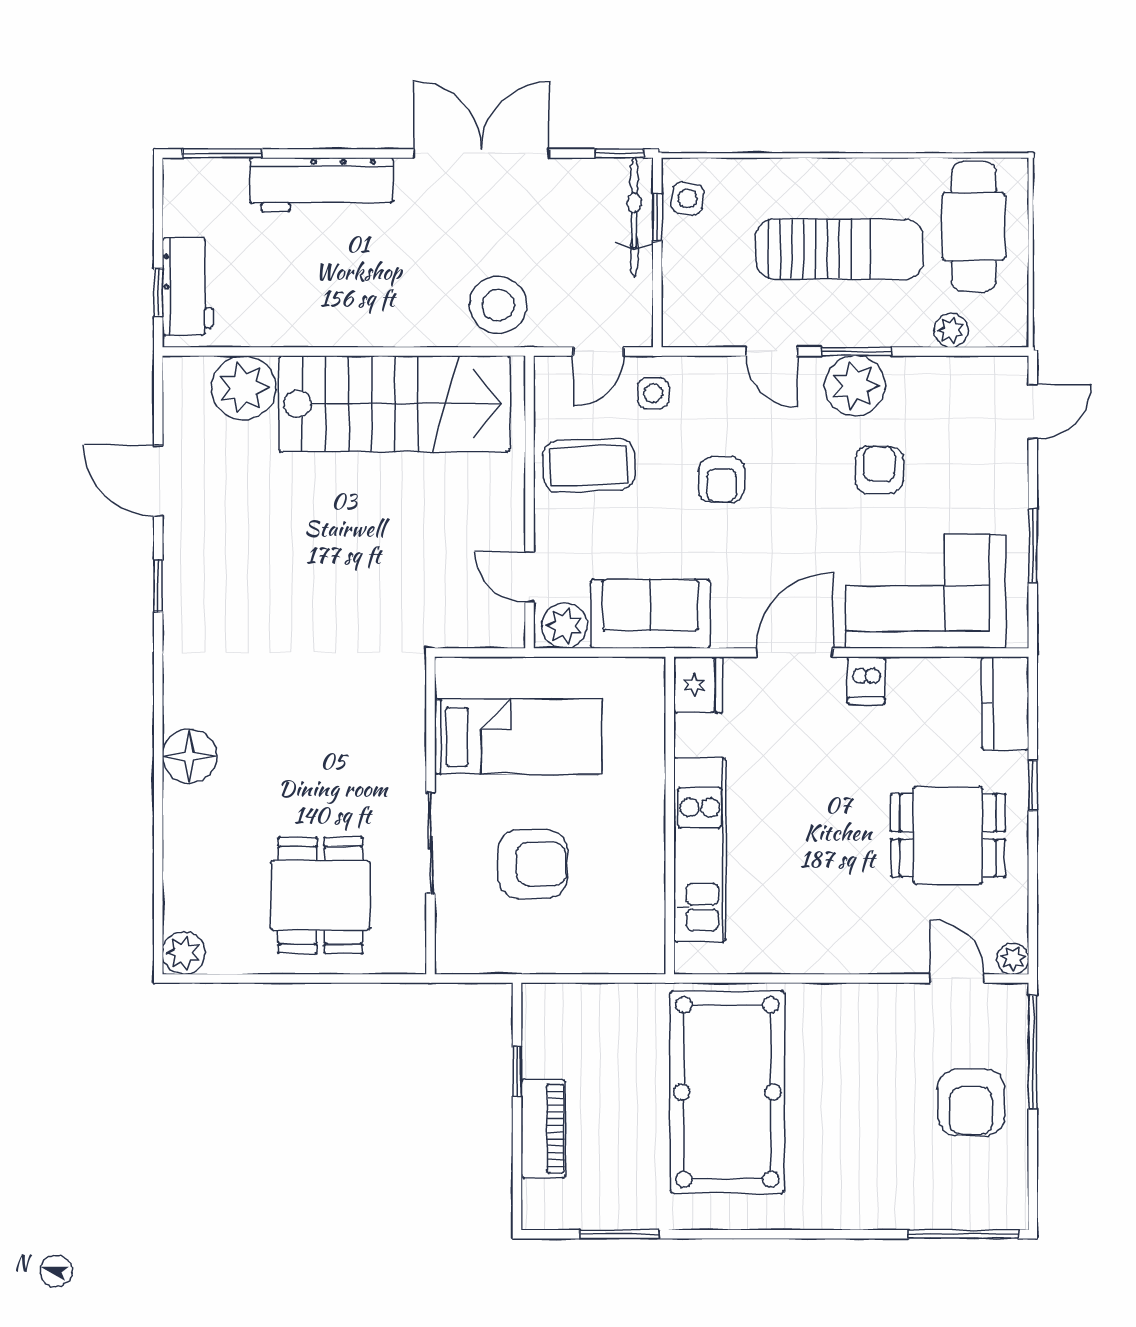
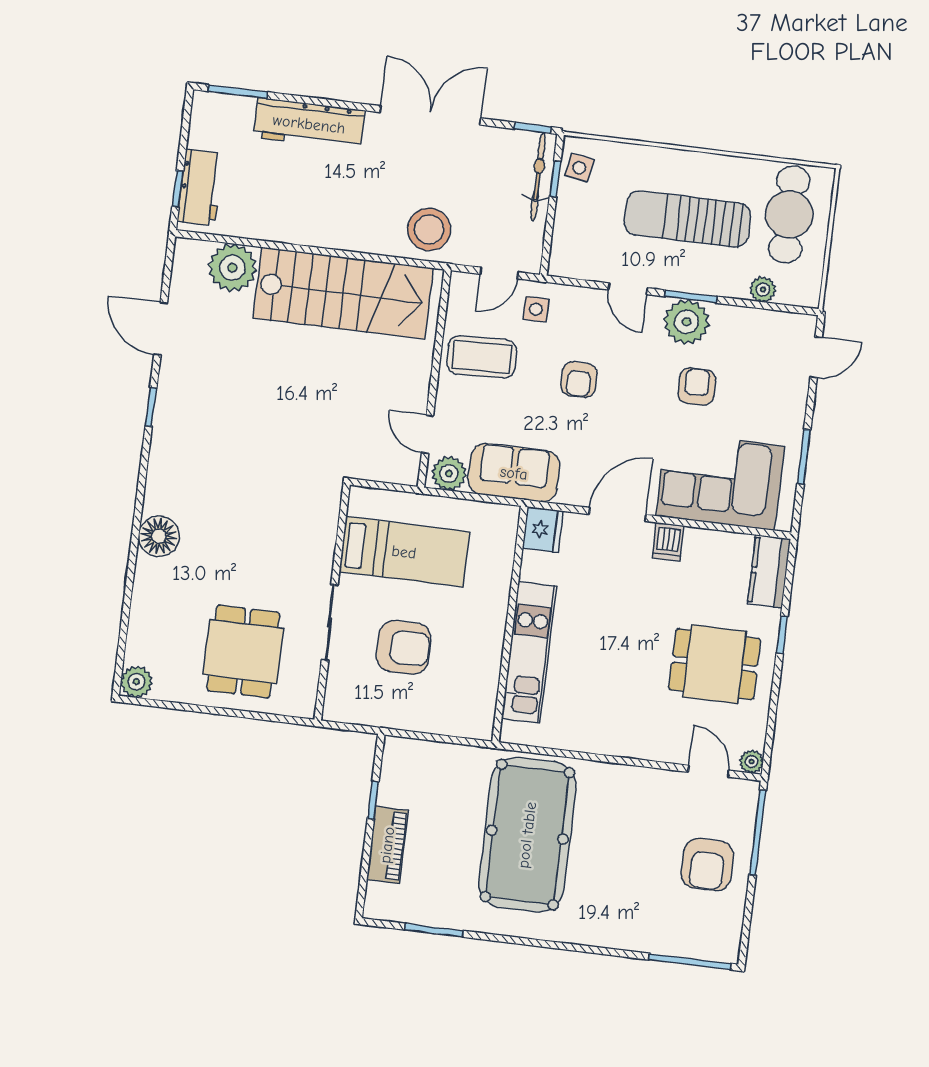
sun lounger: (839, 249) -> (687, 219), turned 180

